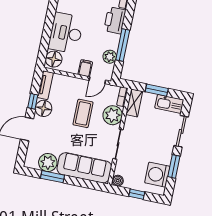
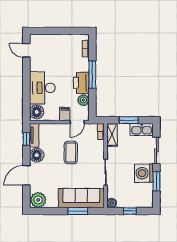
printer: (115, 20) -> (81, 83), moved
window: (123, 45) -> (92, 75), moved
window: (33, 101) -> (26, 139), moved
plant: (113, 115) -> (96, 149), removed
plant: (48, 163) -> (38, 200), moved
washing machine: (157, 175) -> (144, 173), moved
window: (52, 177) -> (78, 211), moved

